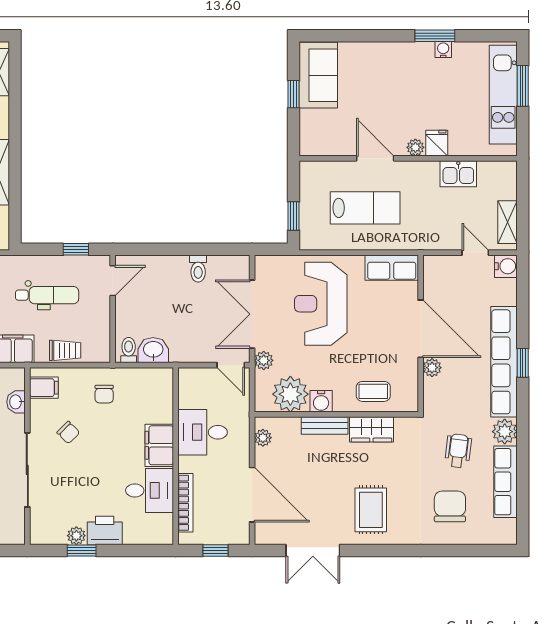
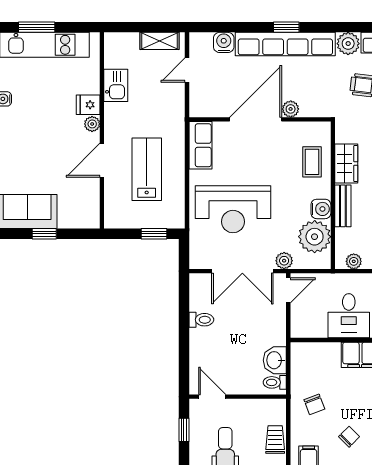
water cooler: (506, 266) -> (224, 42), moved
chair: (104, 394) -> (314, 404), turned 69

